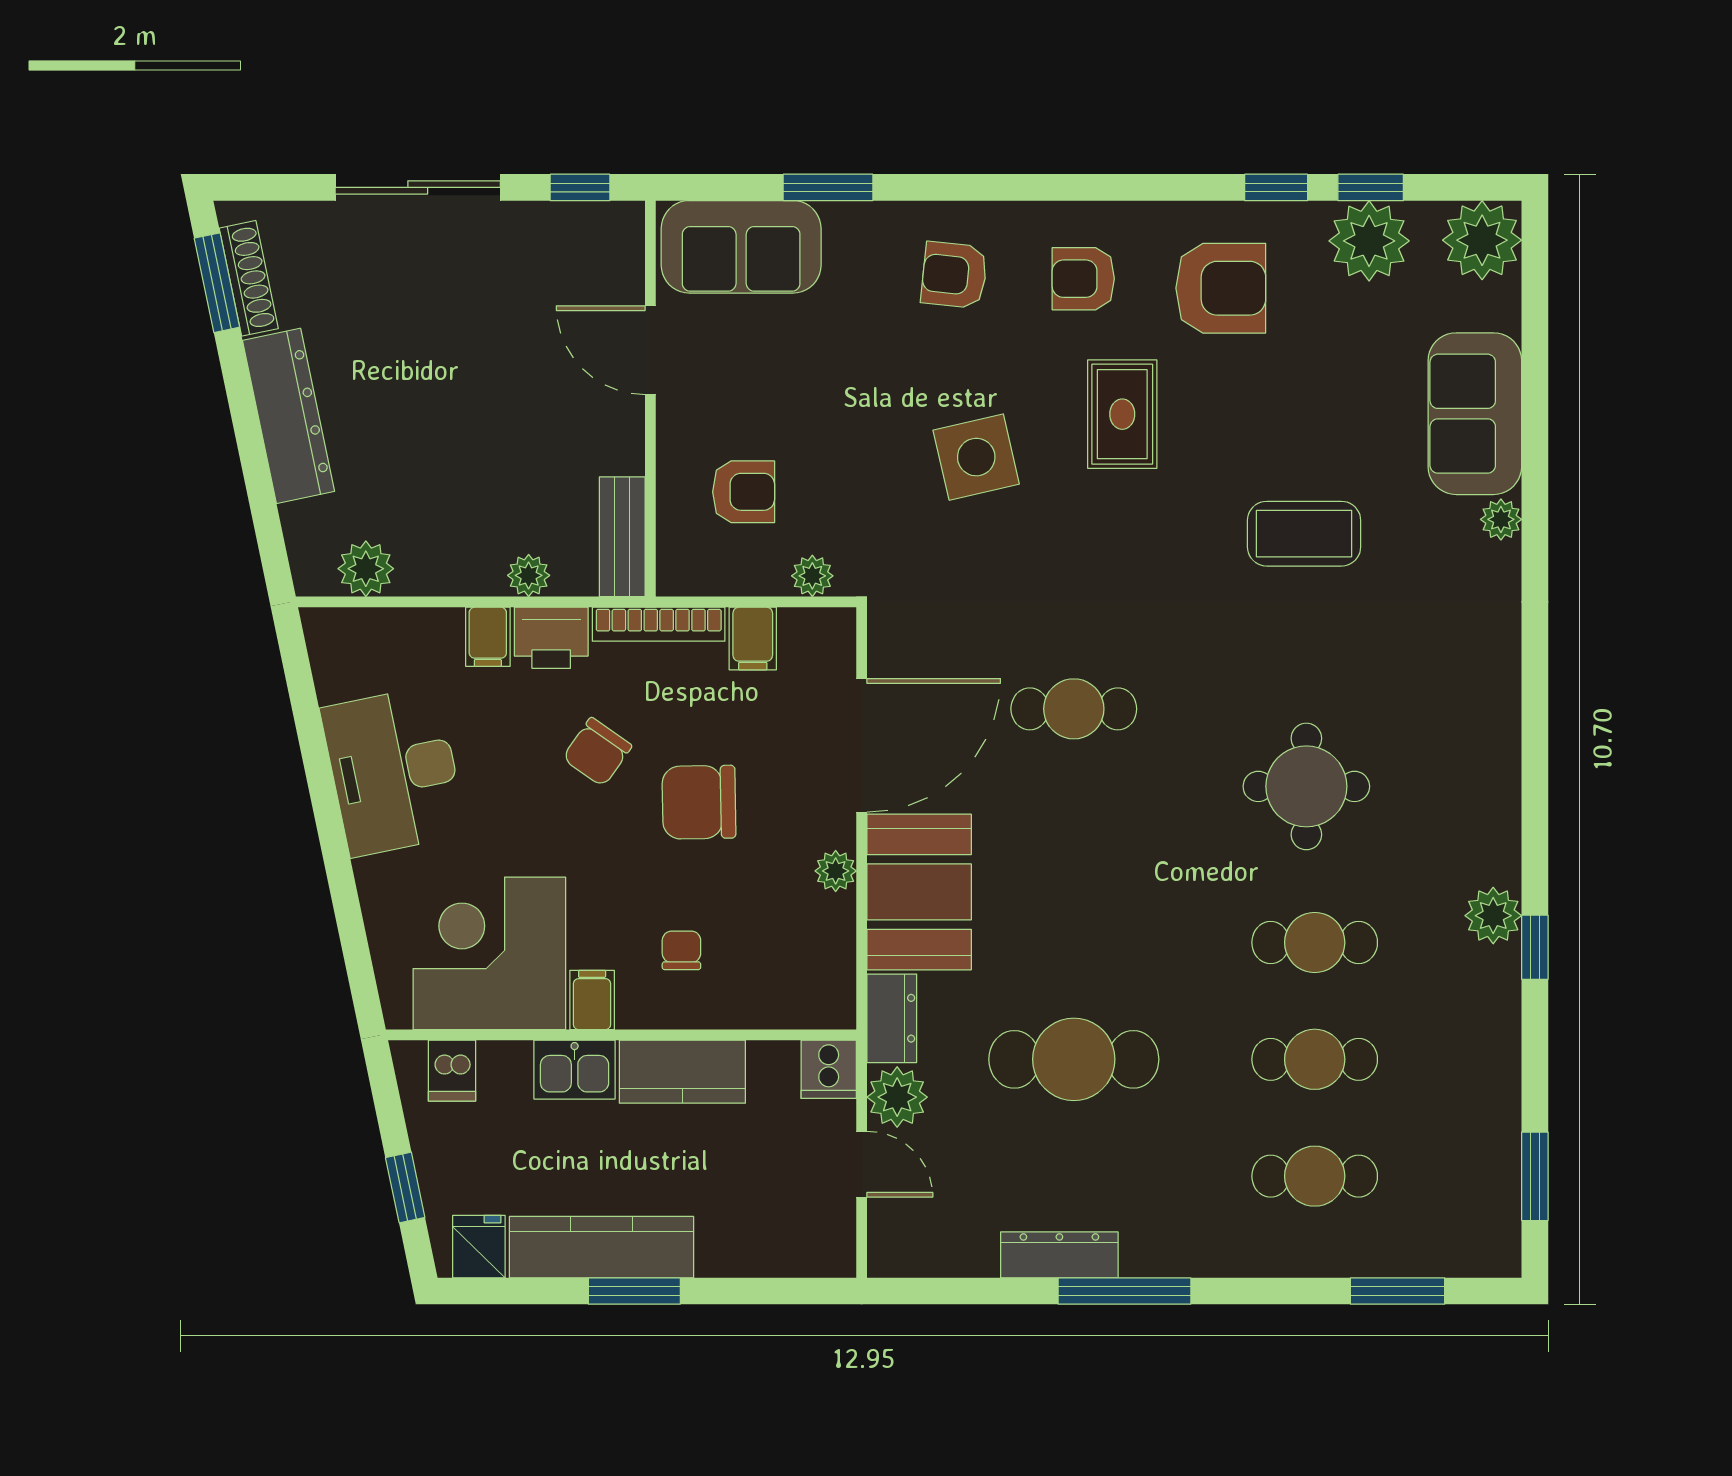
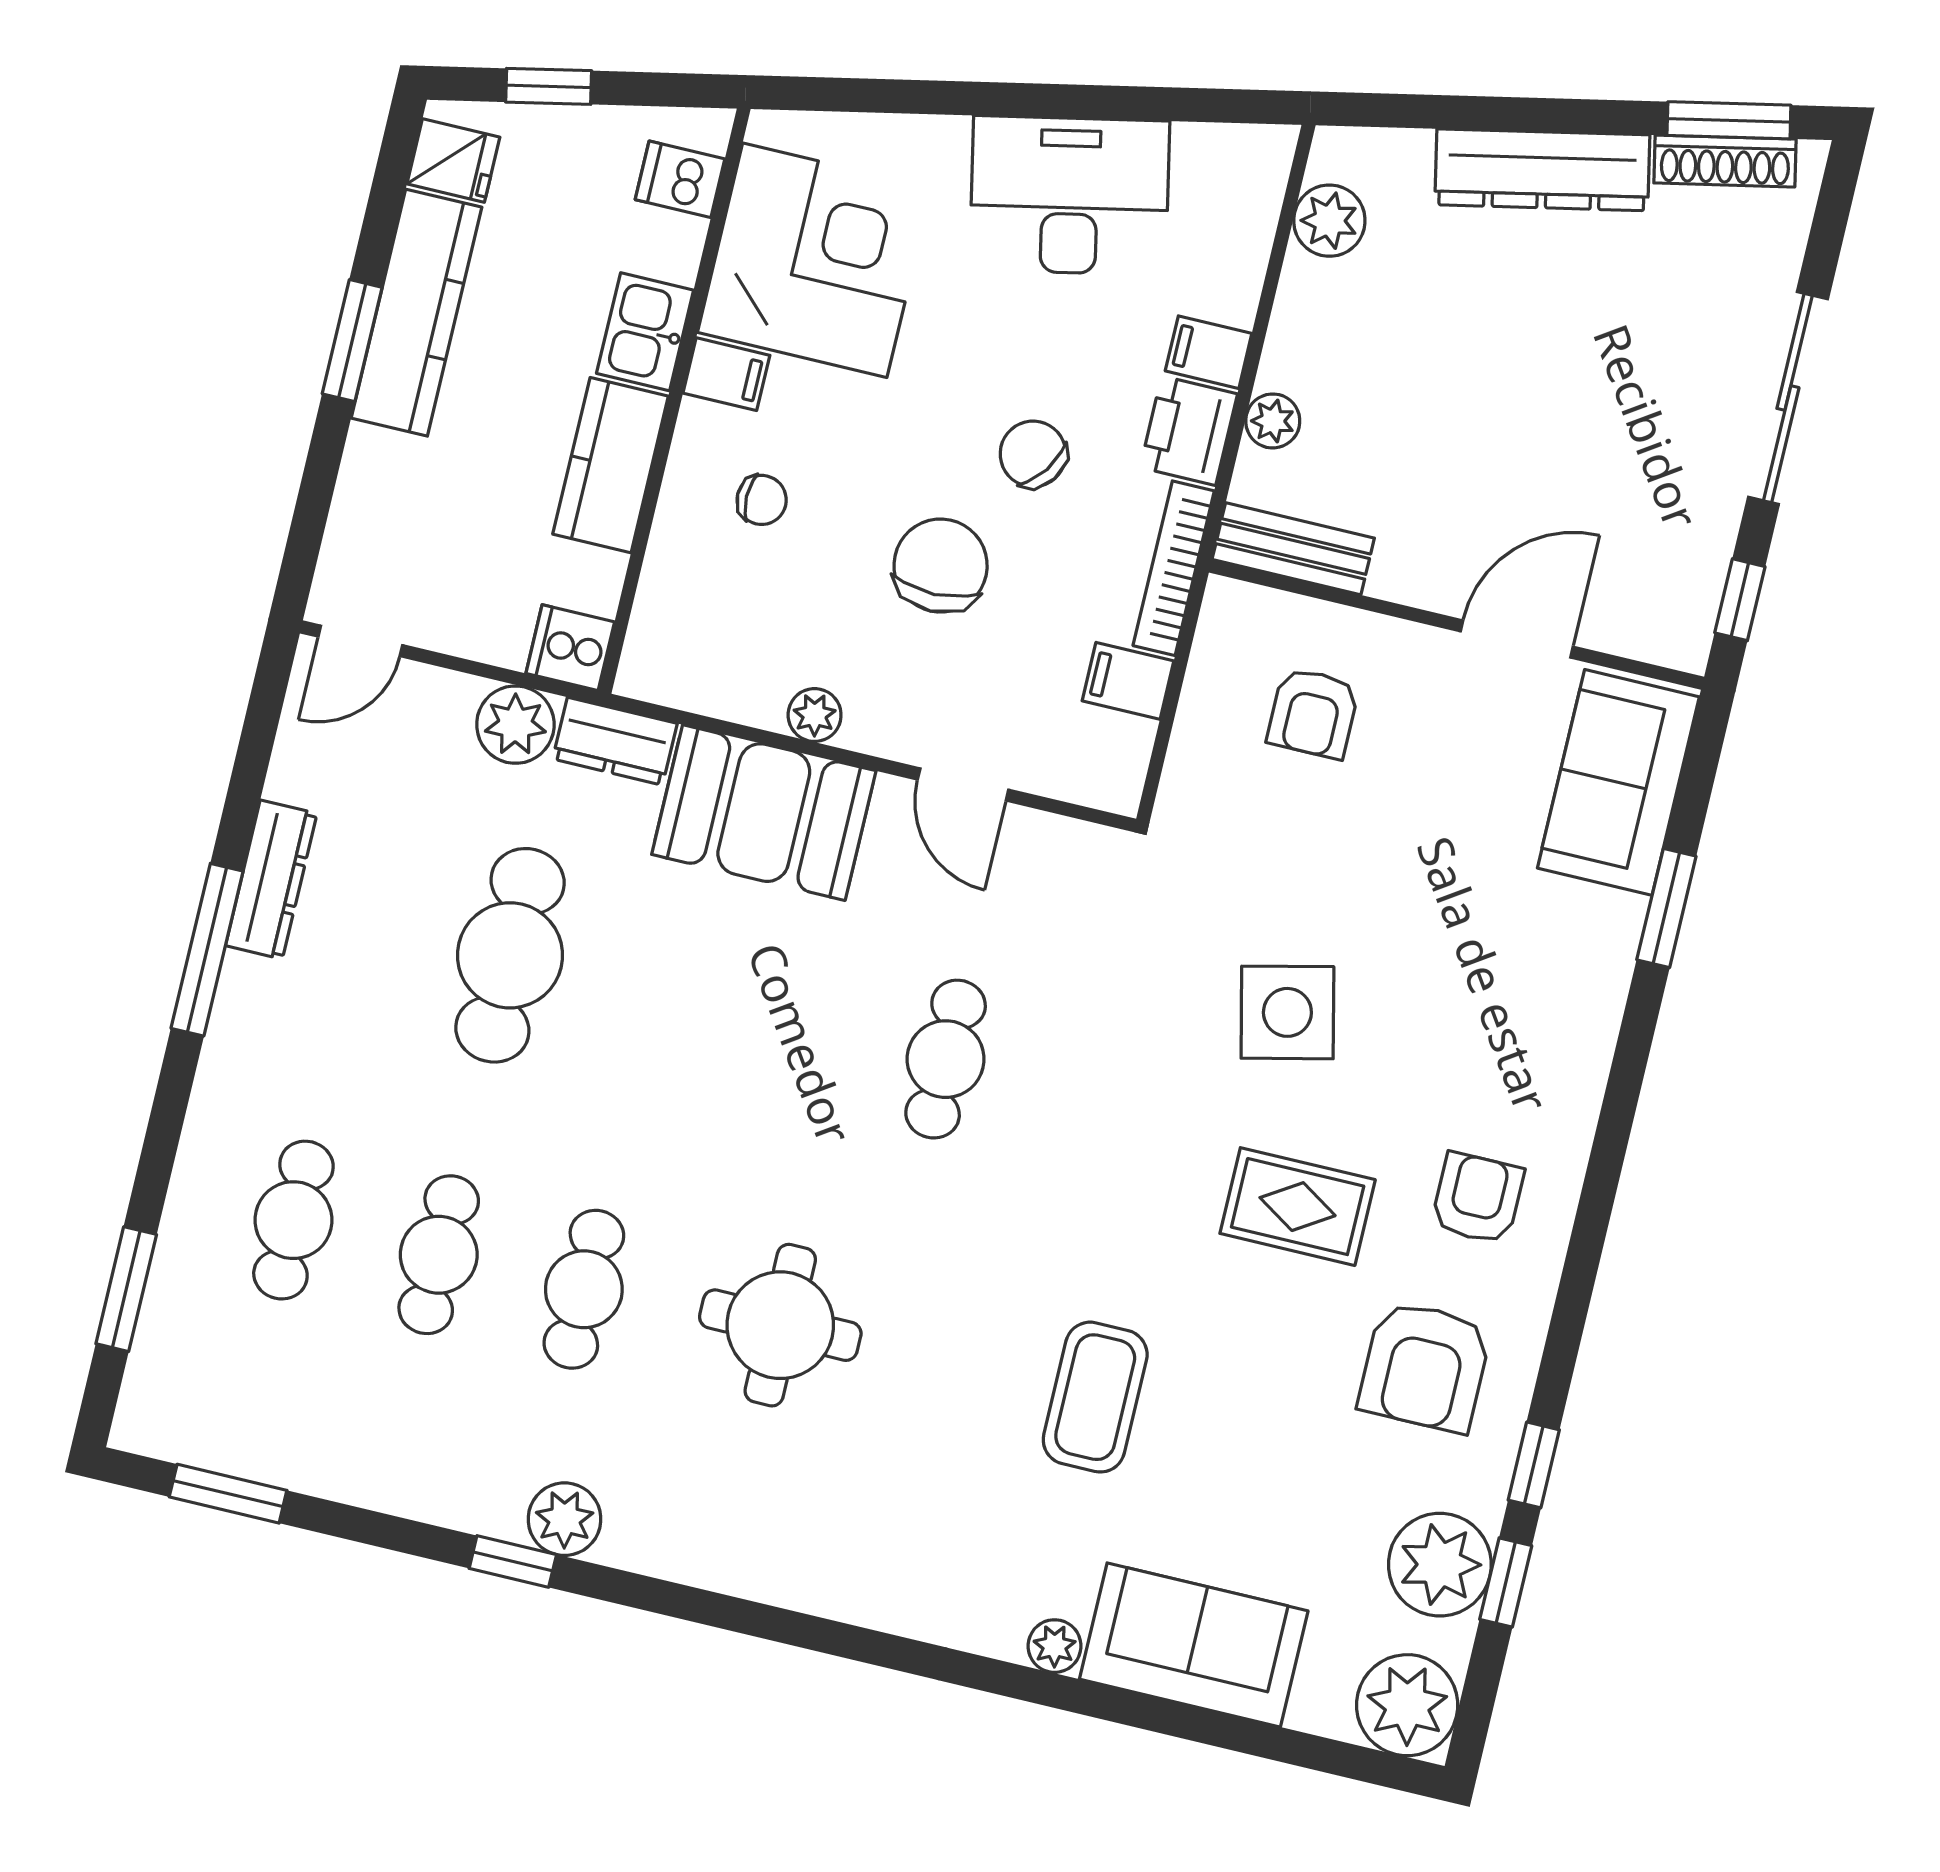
armchair: (954, 275) -> (1520, 1039), removed
plant: (812, 576) -> (1188, 773), removed
door: (862, 745) -> (963, 785), width x0.53
door: (862, 1164) -> (360, 641), moved

